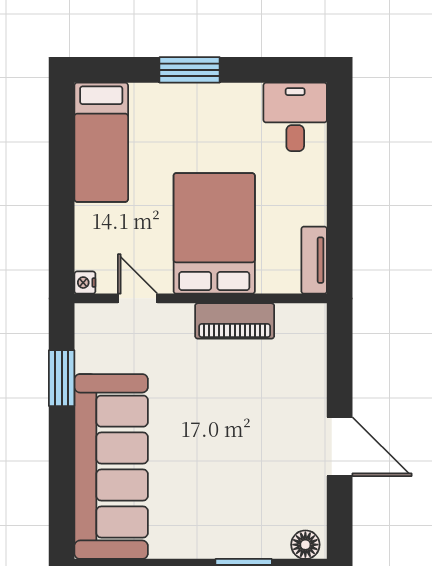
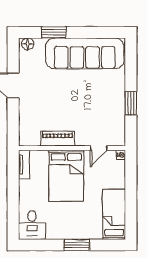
door: (138, 298) -> (99, 148), hinge flipped
window: (62, 378) -> (131, 103), moved
sofa: (111, 467) -> (85, 53), moved, turned -90

